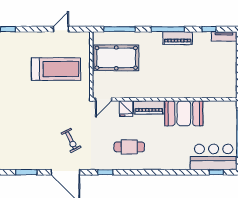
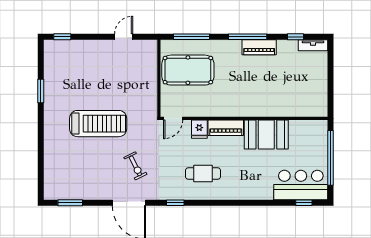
treadmill: (56, 69) -> (98, 124), moved
window: (26, 172) -> (70, 203), moved

